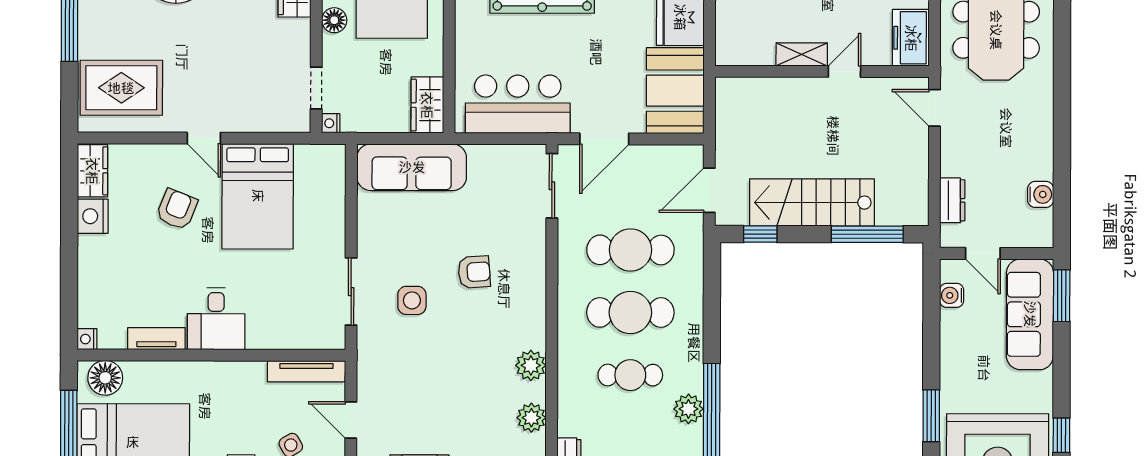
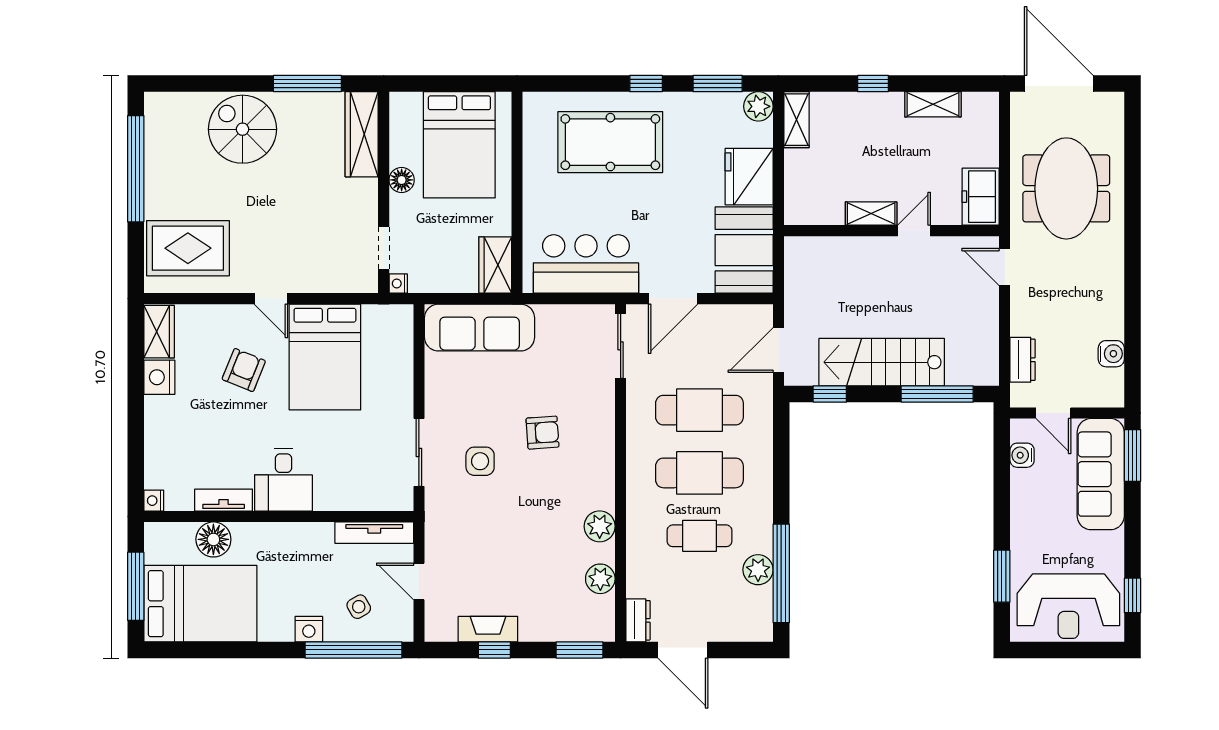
floor lamp: (105, 378) -> (213, 539), moved

